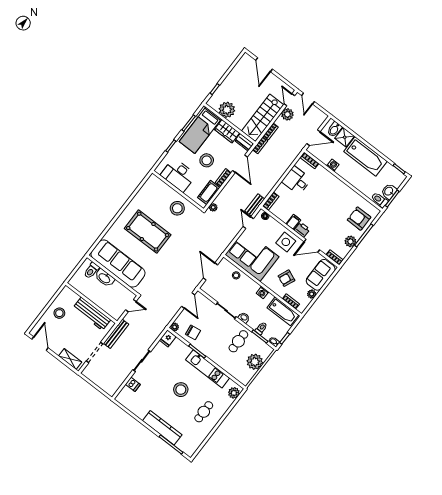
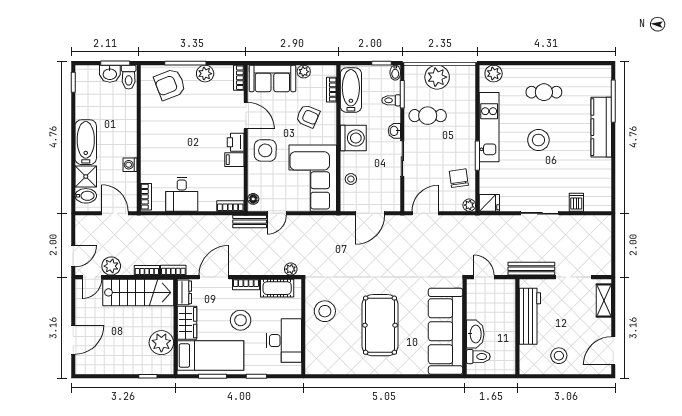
bathtub: (365, 156) -> (86, 142), width x0.73, depth x0.73
armchair: (359, 219) -> (170, 84), turned 69
washing machine: (262, 292) -> (353, 138), width x1.89, depth x1.89

